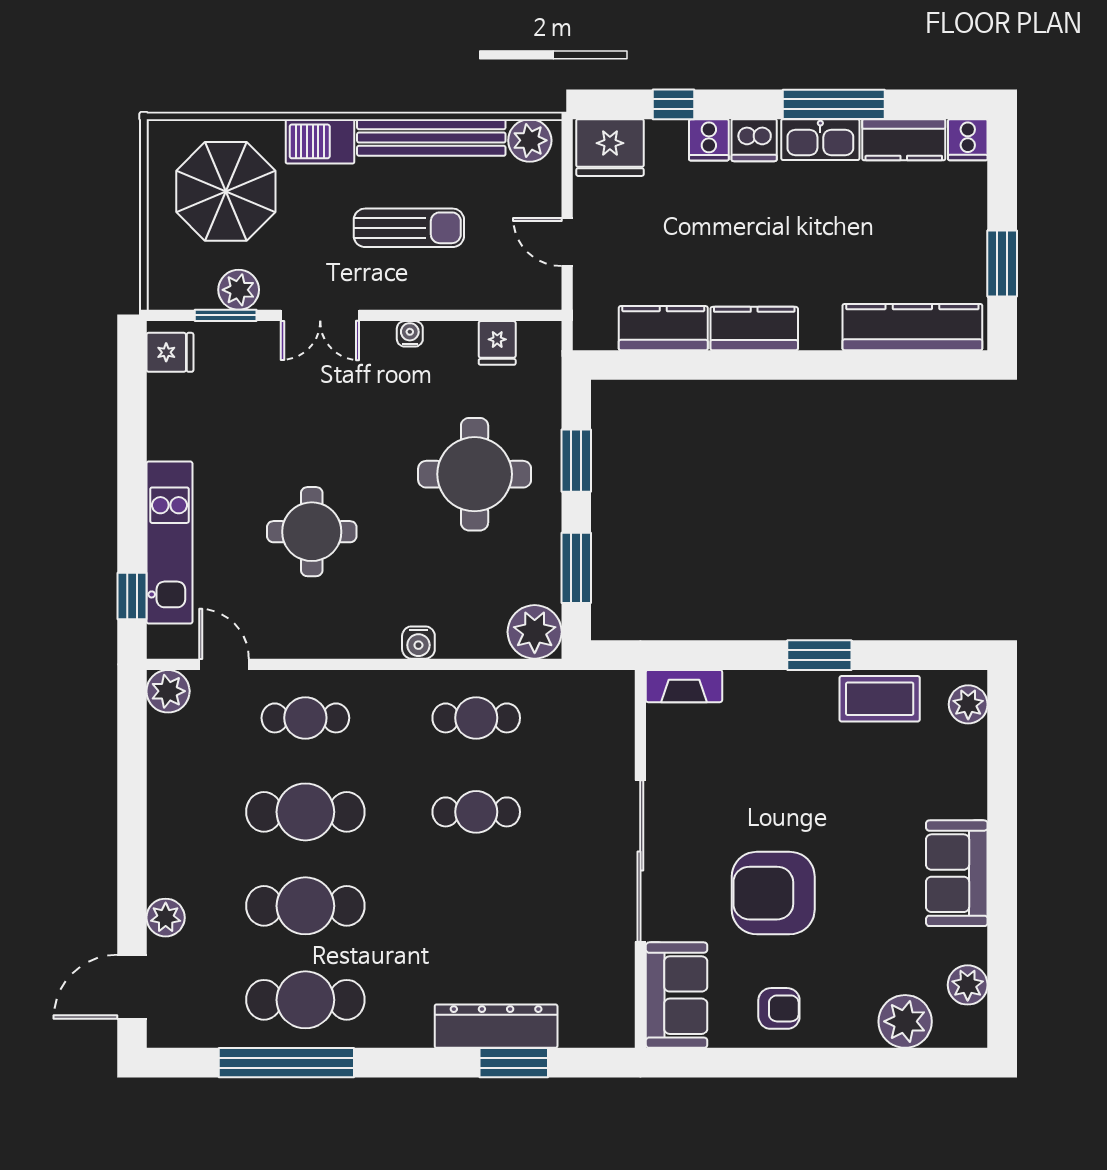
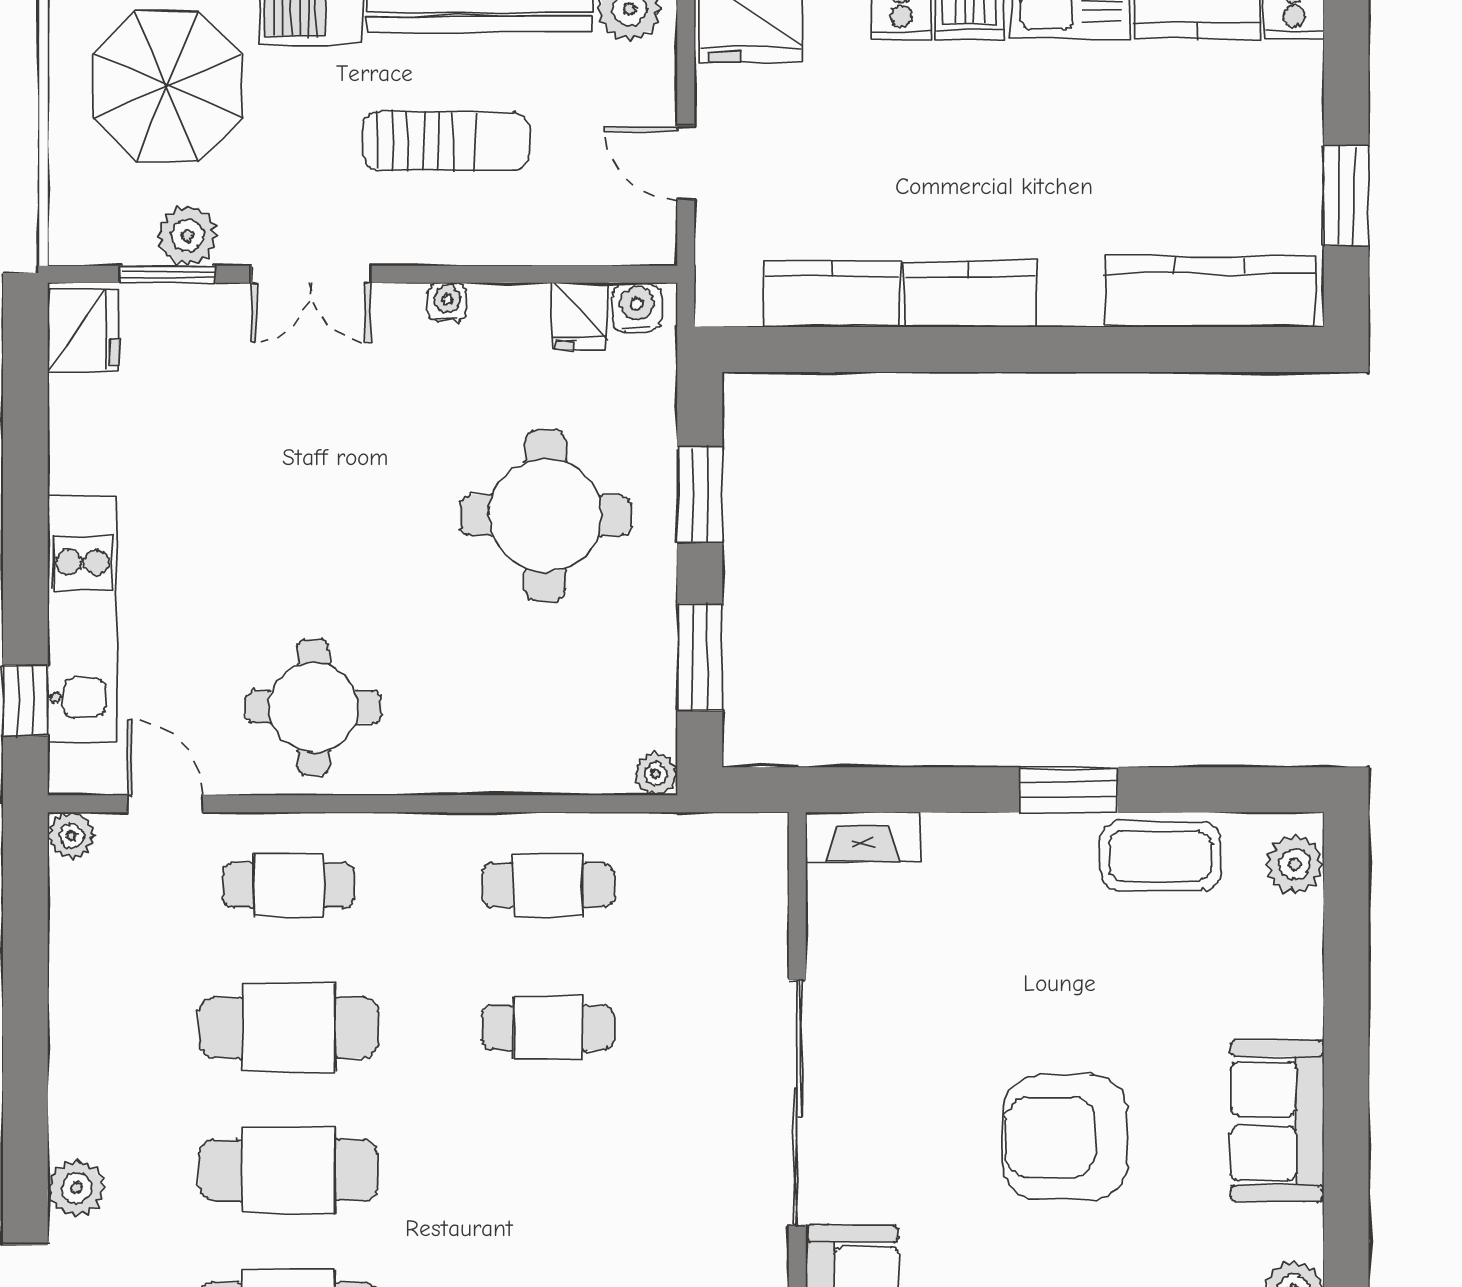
fridge: (170, 352) -> (83, 330), width x1.38
round table: (312, 532) -> (313, 707), moved
plant: (535, 632) -> (656, 774), width x0.53, depth x0.53
water cooler: (418, 643) -> (637, 307), moved, turned 180
plant: (168, 691) -> (71, 836), width x0.73, depth x0.73
armchair: (773, 893) -> (1065, 1137), moved

